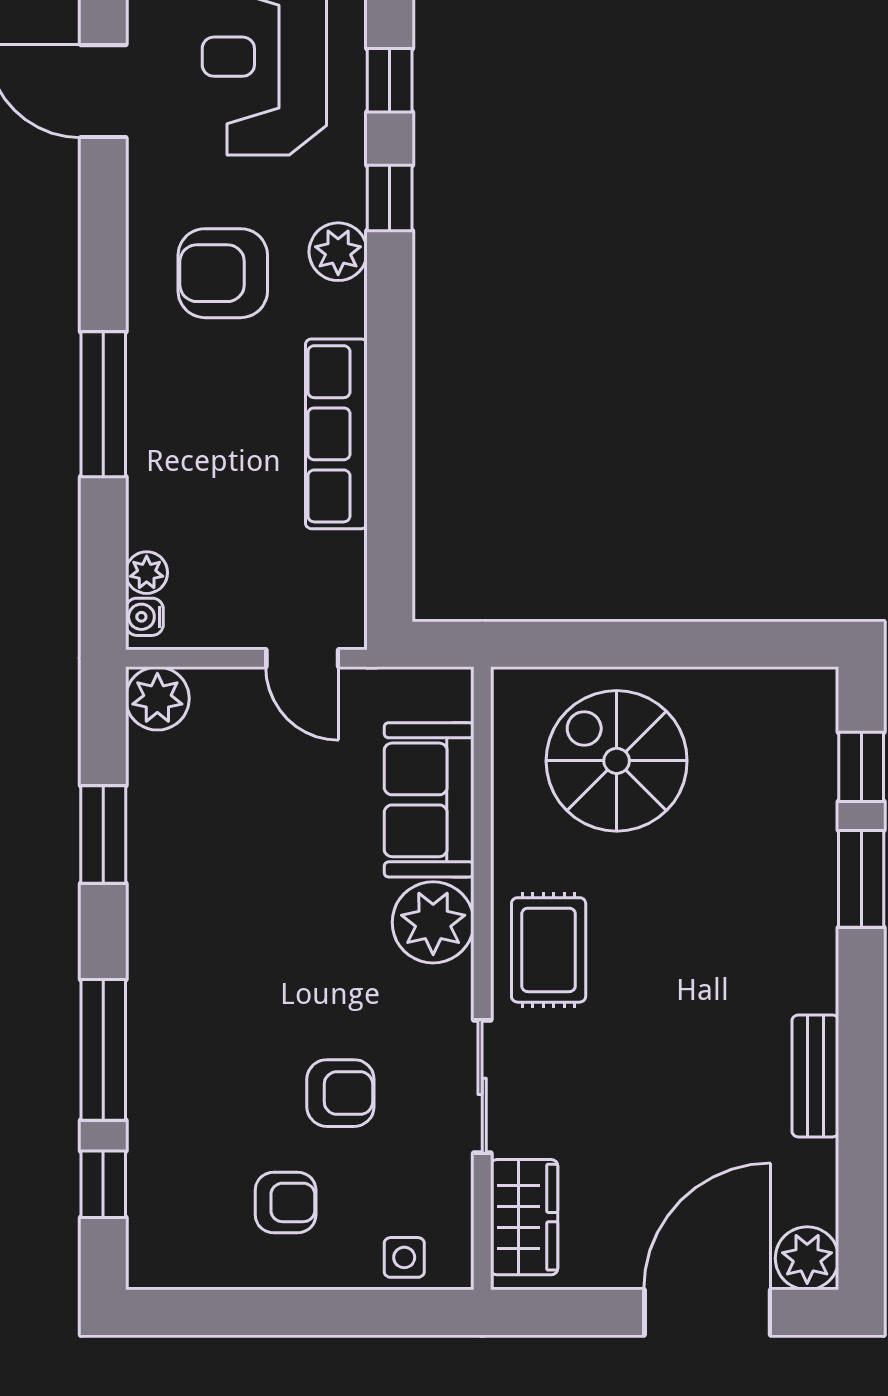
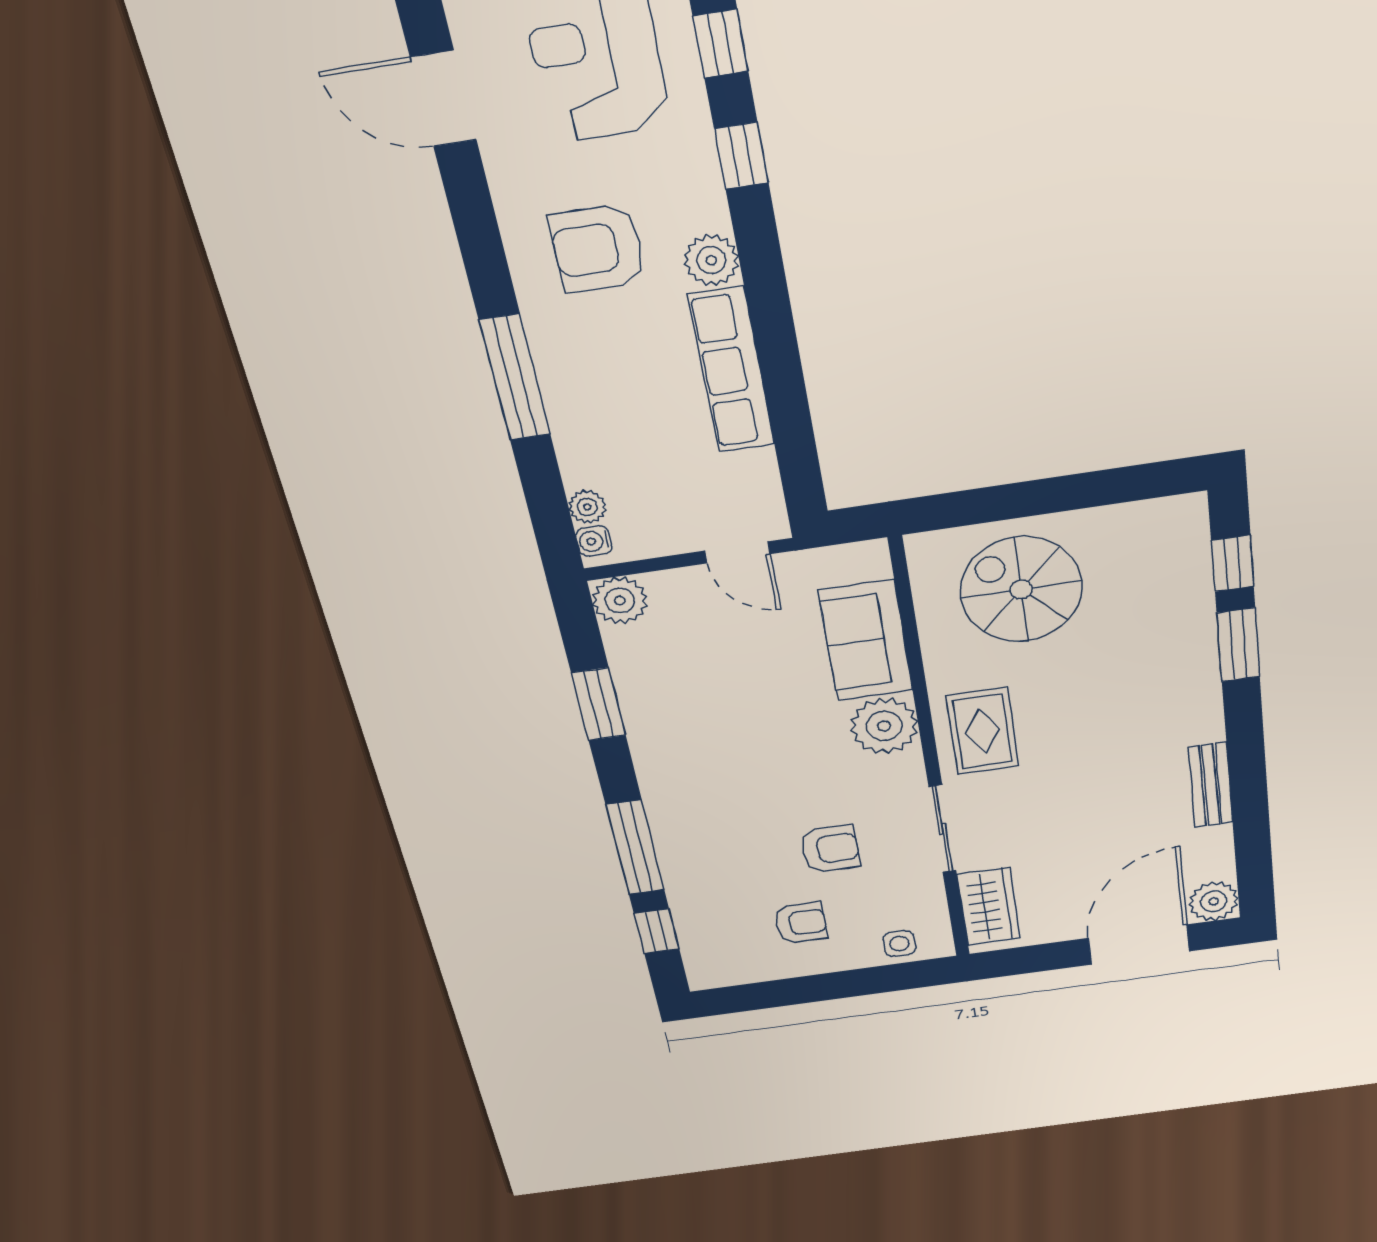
plant: (338, 252) -> (711, 260), moved

